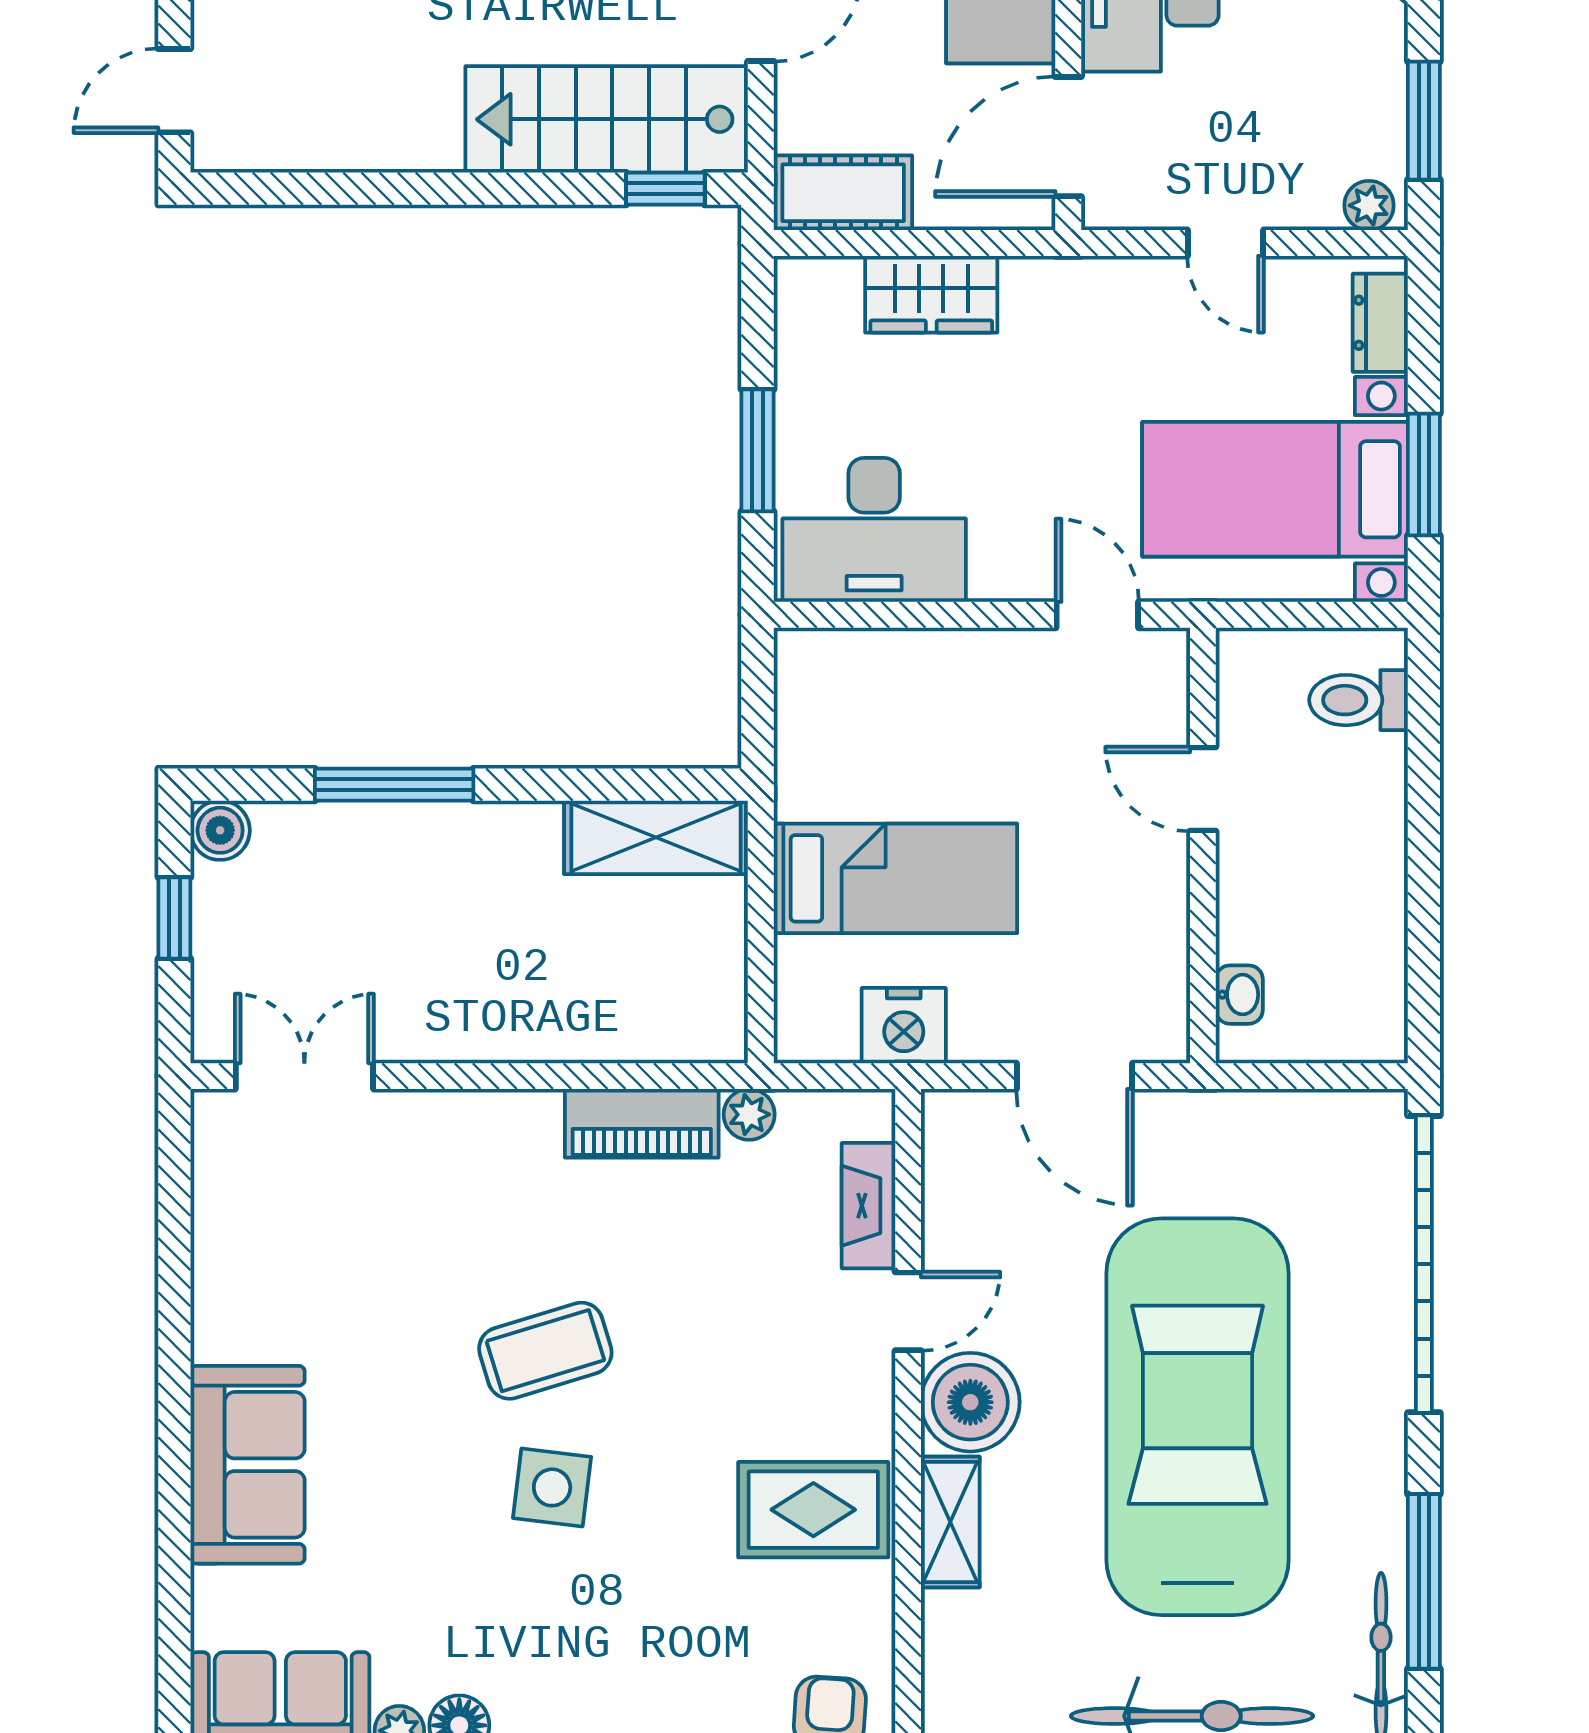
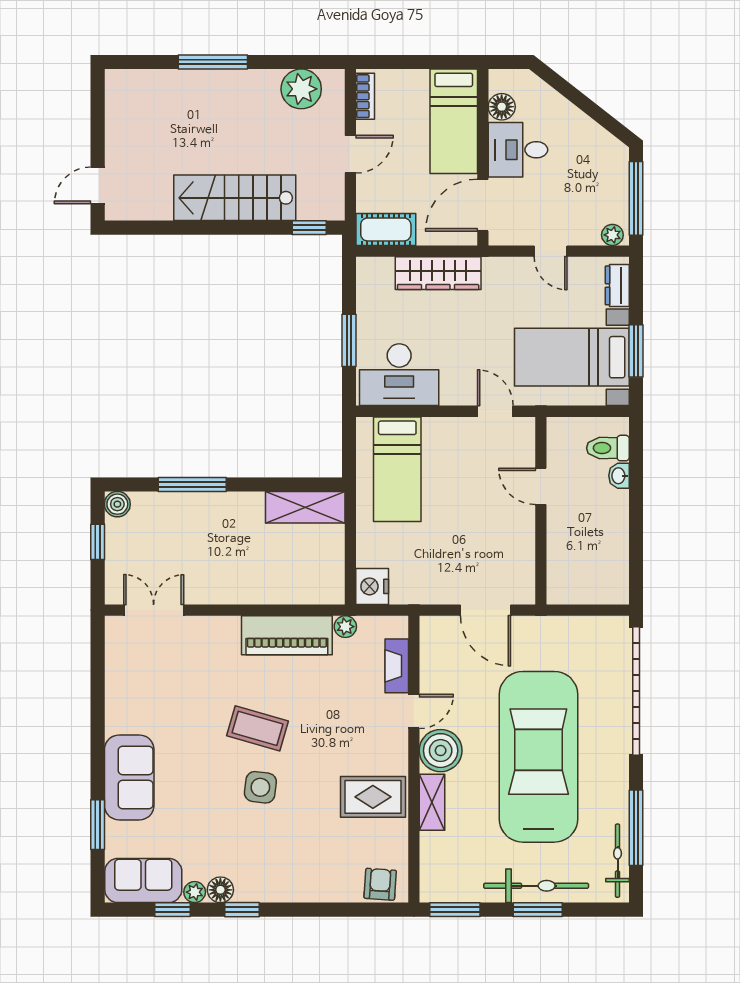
stairs: (607, 119) -> (235, 198), moved
window: (1424, 121) -> (636, 198), width x1.44
wardrobe: (931, 294) -> (438, 273), width x1.50
bed: (895, 878) -> (397, 469), moved, turned 90
washbasin: (1239, 995) -> (619, 476), moved, turned 180
nightstand: (904, 1026) -> (372, 586), moved, turned 90
piano: (642, 1123) -> (287, 635), width x1.37, depth x1.33
coffee table: (545, 1351) -> (258, 728), turned 33
window: (174, 1574) -> (98, 825), added

